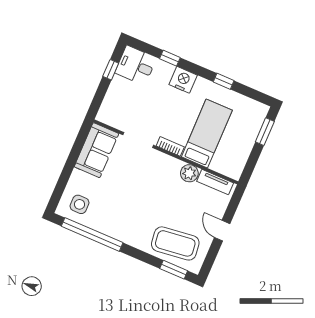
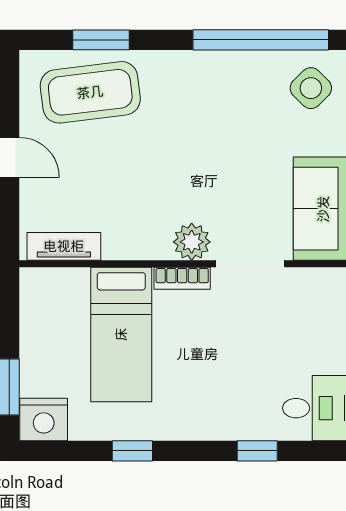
nightstand: (183, 80) -> (44, 420), moved
plant: (189, 173) -> (192, 242), moved
side table: (80, 204) -> (311, 88), turned 45
window: (174, 270) -> (101, 40), moved

